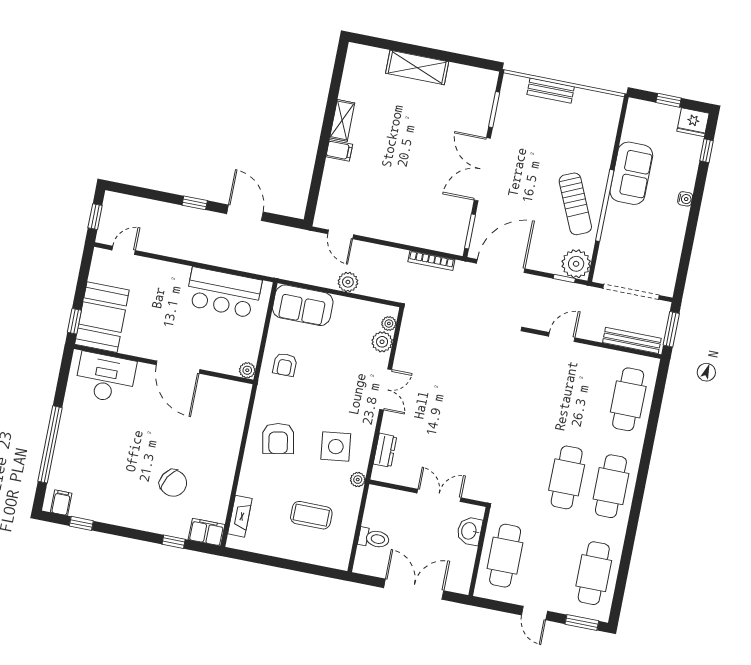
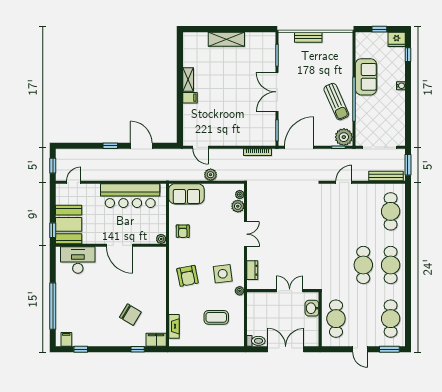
bar counter: (224, 293) -> (130, 196), width x1.36
toilet: (374, 538) -> (256, 341), moved

